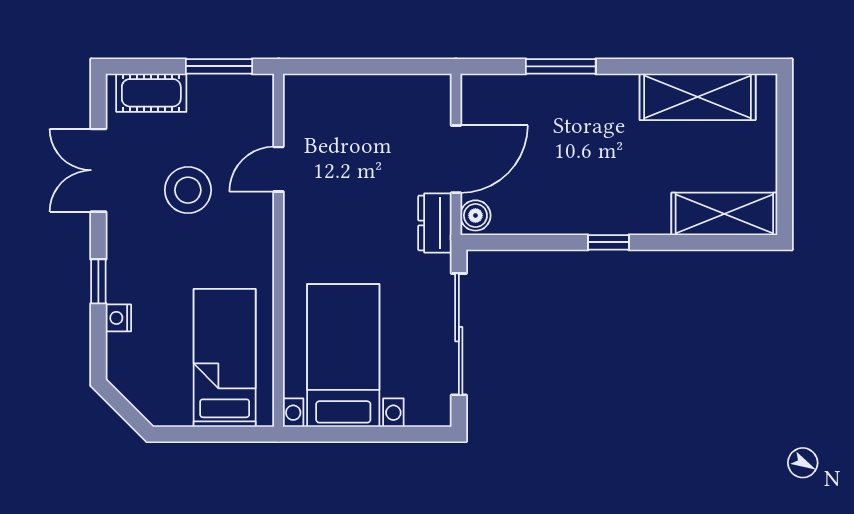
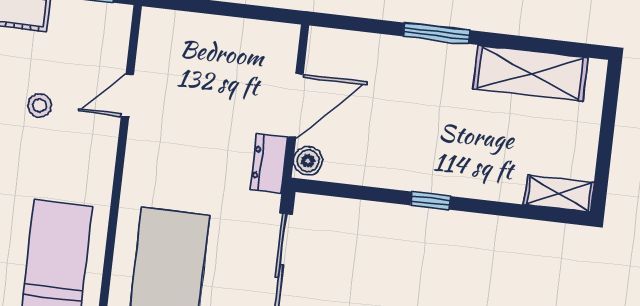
window: (561, 66) -> (437, 33), moved
stool: (188, 190) -> (40, 105), width x0.53, depth x0.53
shelving: (724, 214) -> (559, 193), width x0.67, depth x0.75

